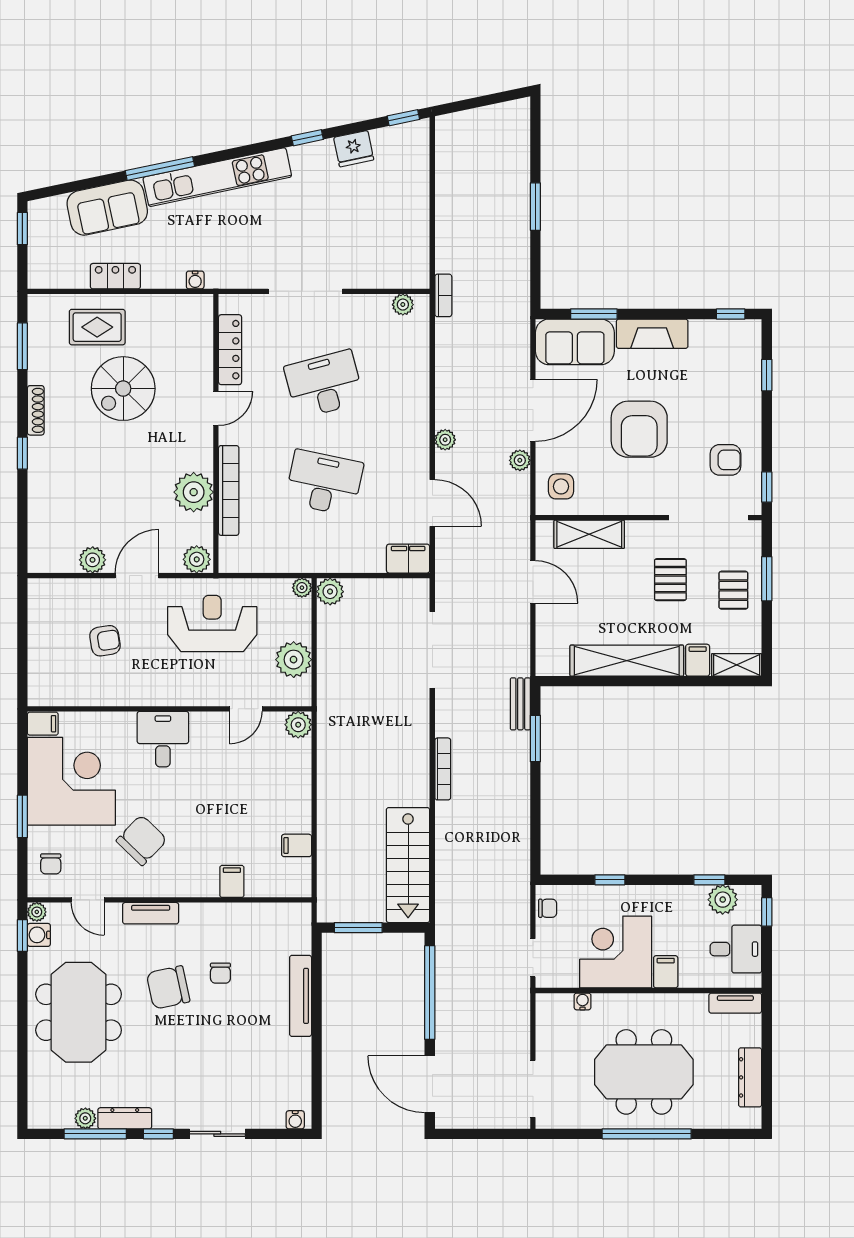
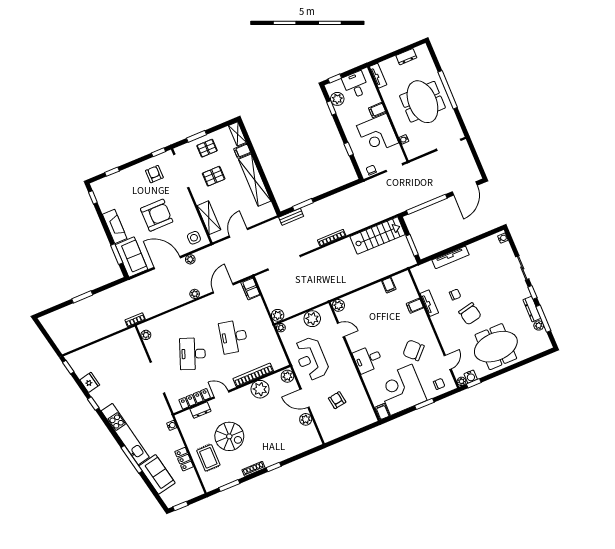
dresser: (202, 352) -> (200, 410), added
desk: (324, 384) -> (193, 354), turned 36
tv unit: (151, 913) -> (429, 303), moved
dresser: (750, 1077) -> (406, 57), width x0.70

